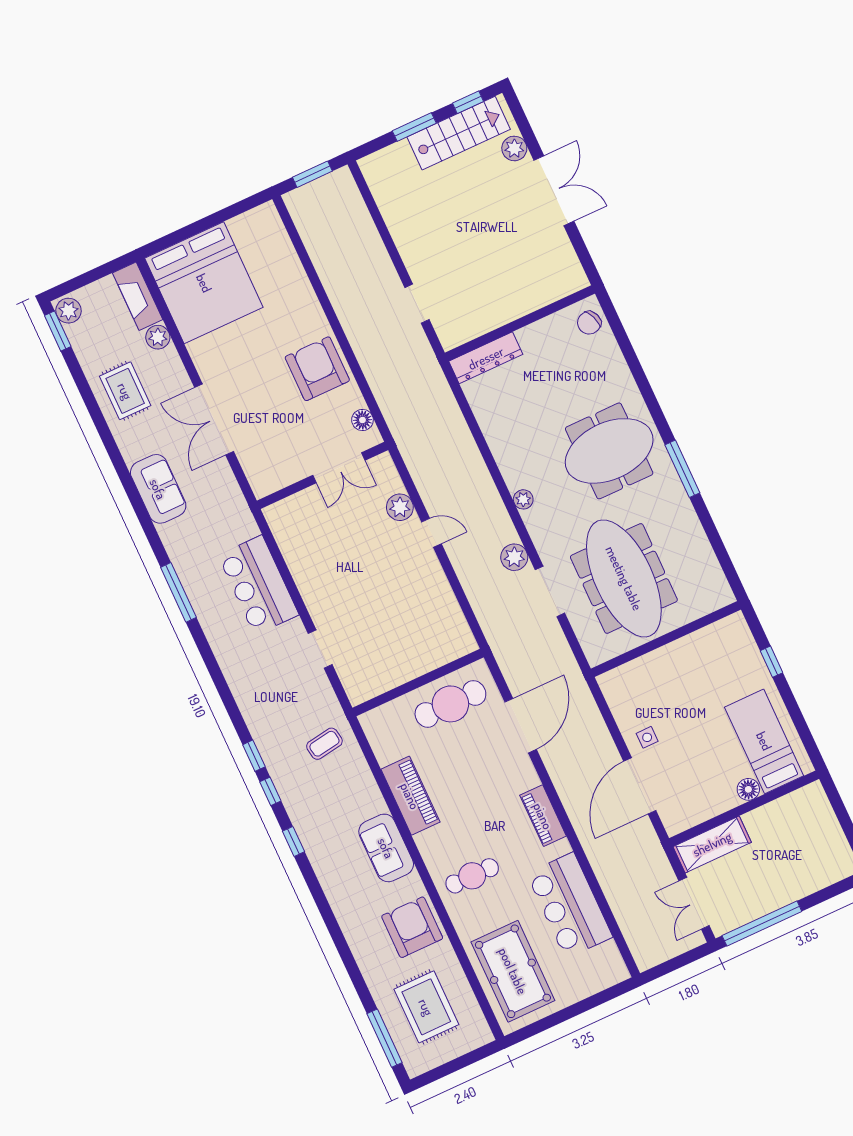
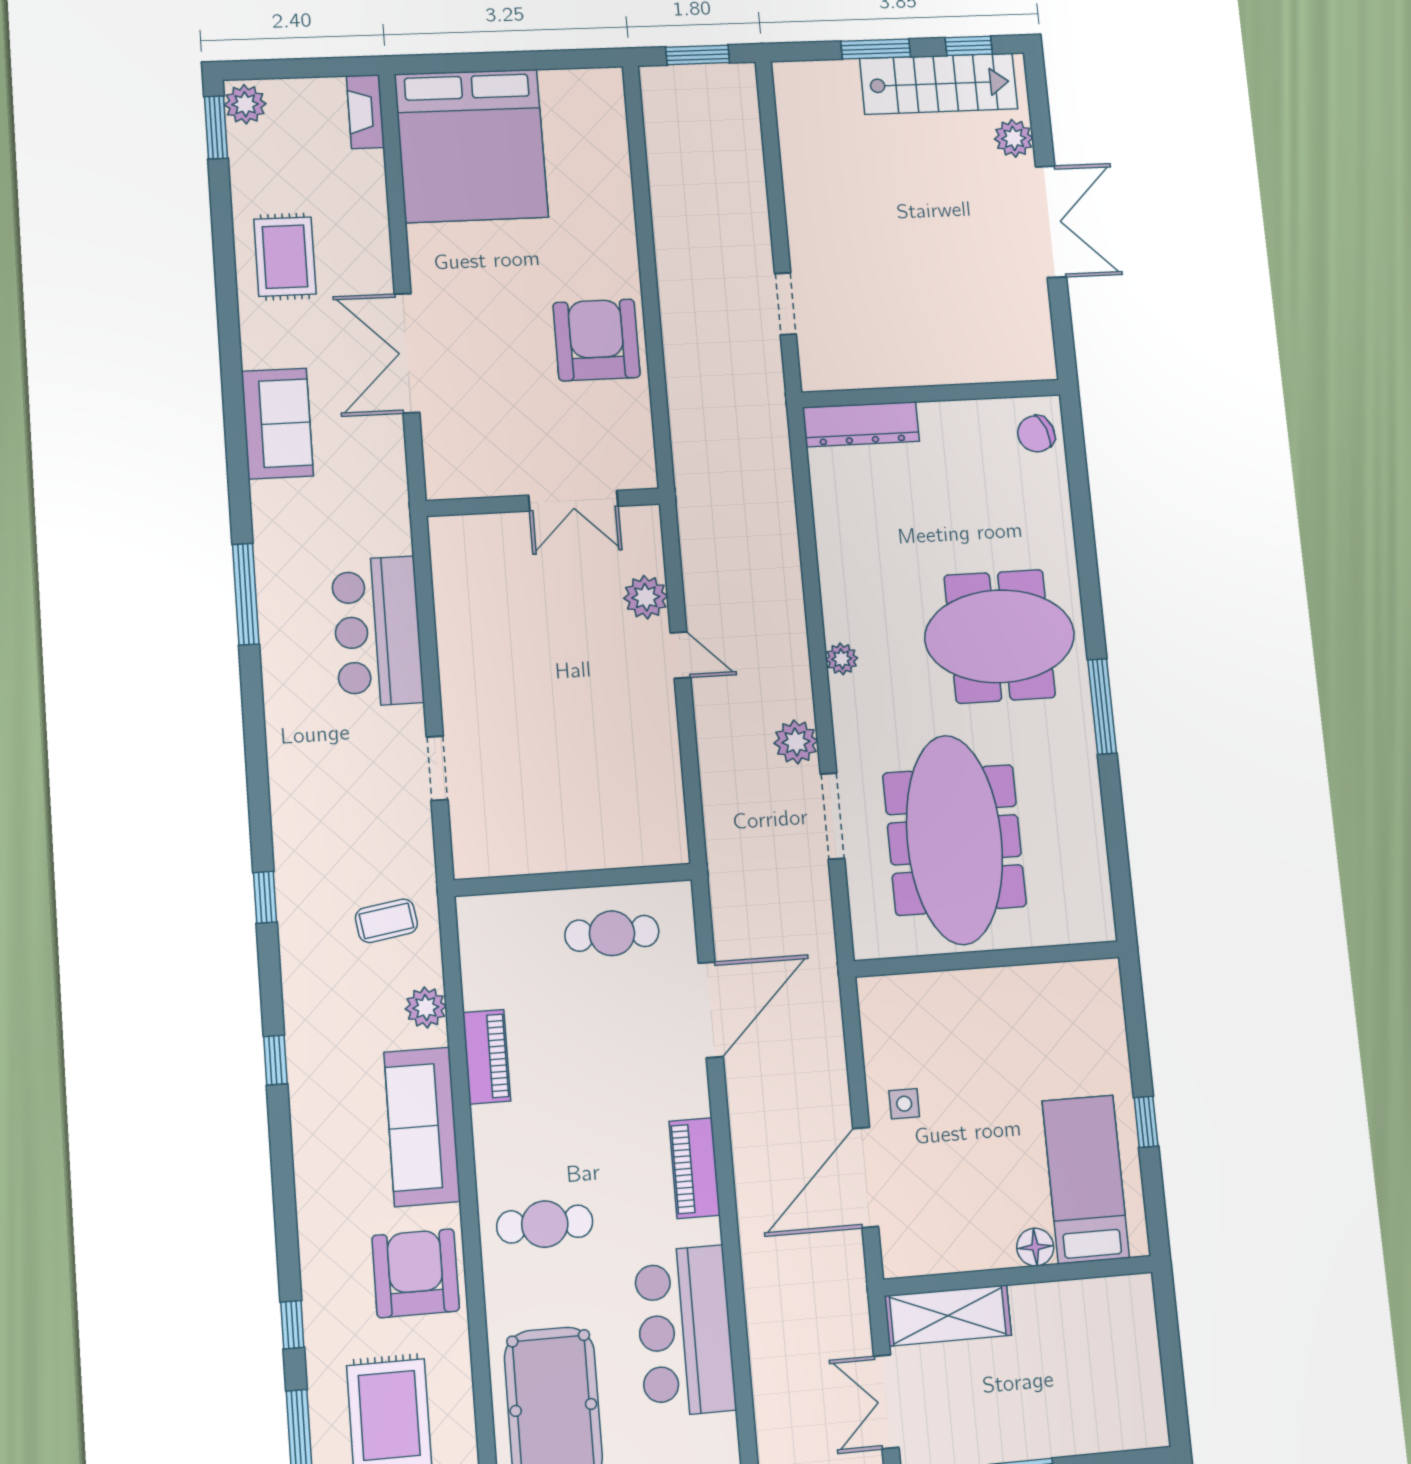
fireplace: (138, 296) -> (365, 112), width x0.73, depth x0.76
plant: (158, 337) -> (426, 1008), moved
floor lamp: (362, 420) -> (637, 443), removed
window: (772, 662) -> (1146, 1122), moved
cafe table: (450, 704) -> (612, 933), width x0.73, depth x0.74
window: (270, 791) -> (292, 1325), moved
piano: (410, 796) -> (487, 1057), width x0.73, depth x0.75
sofa: (386, 848) -> (422, 1127), width x1.36

